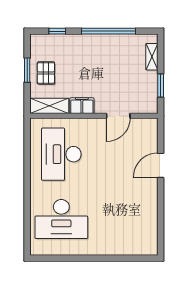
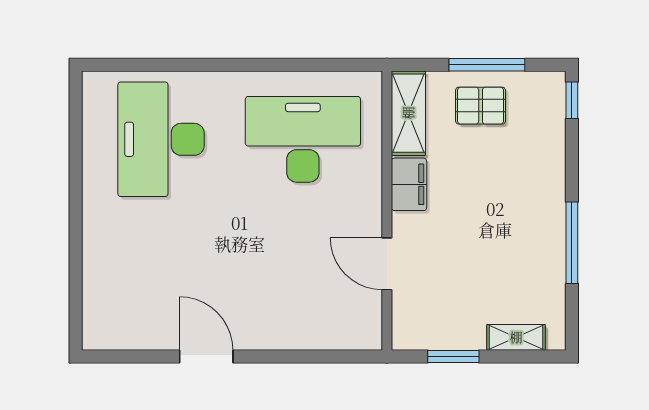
window: (57, 31) -> (572, 100), moved
window: (109, 31) -> (572, 243), width x0.68
window: (27, 70) -> (487, 65), width x1.44
door: (161, 165) -> (206, 356), moved

